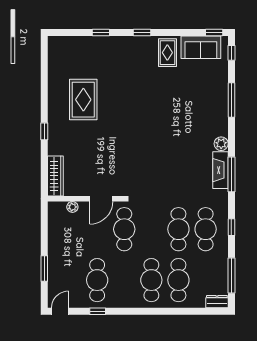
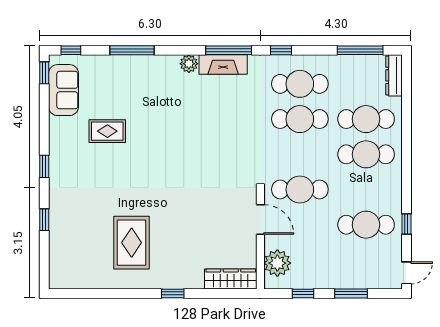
rug: (167, 53) -> (107, 131), moved
rug: (83, 100) -> (132, 243), turned 90
plant: (72, 207) -> (277, 263), width x1.87, depth x1.87
window: (231, 227) -> (281, 50), moved
window: (44, 232) -> (303, 293), added
dresser: (217, 302) -> (394, 75), width x1.44
door: (60, 311) -> (406, 273), swing flipped

